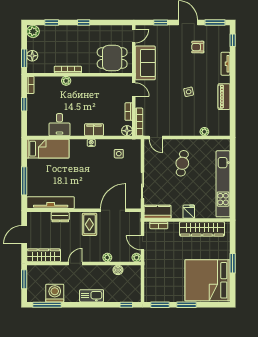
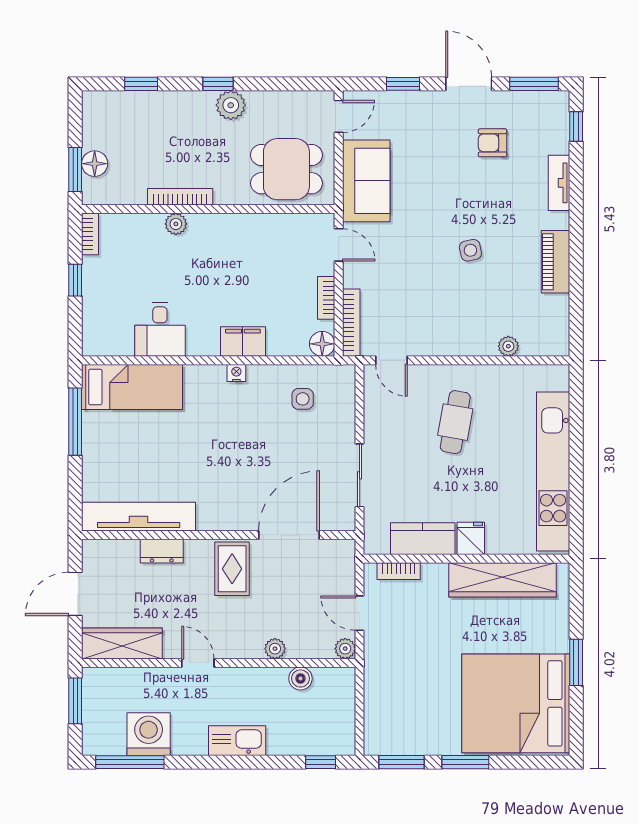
plant: (33, 31) -> (231, 105), moved
window: (24, 181) -> (75, 422), moved
kitchen counter: (158, 212) -> (423, 539), moved
door: (75, 263) -> (198, 663), hinge flipped

